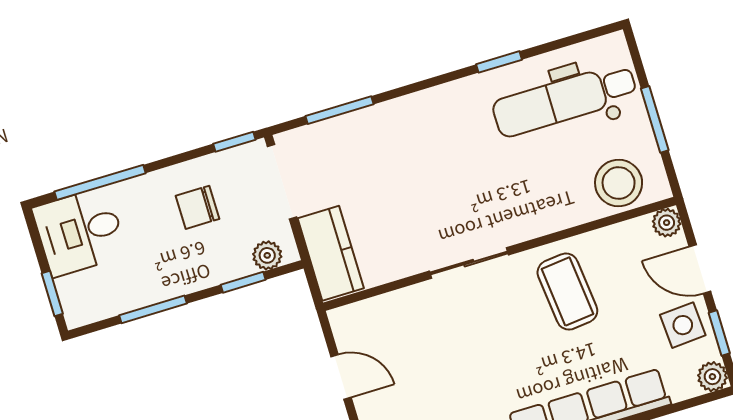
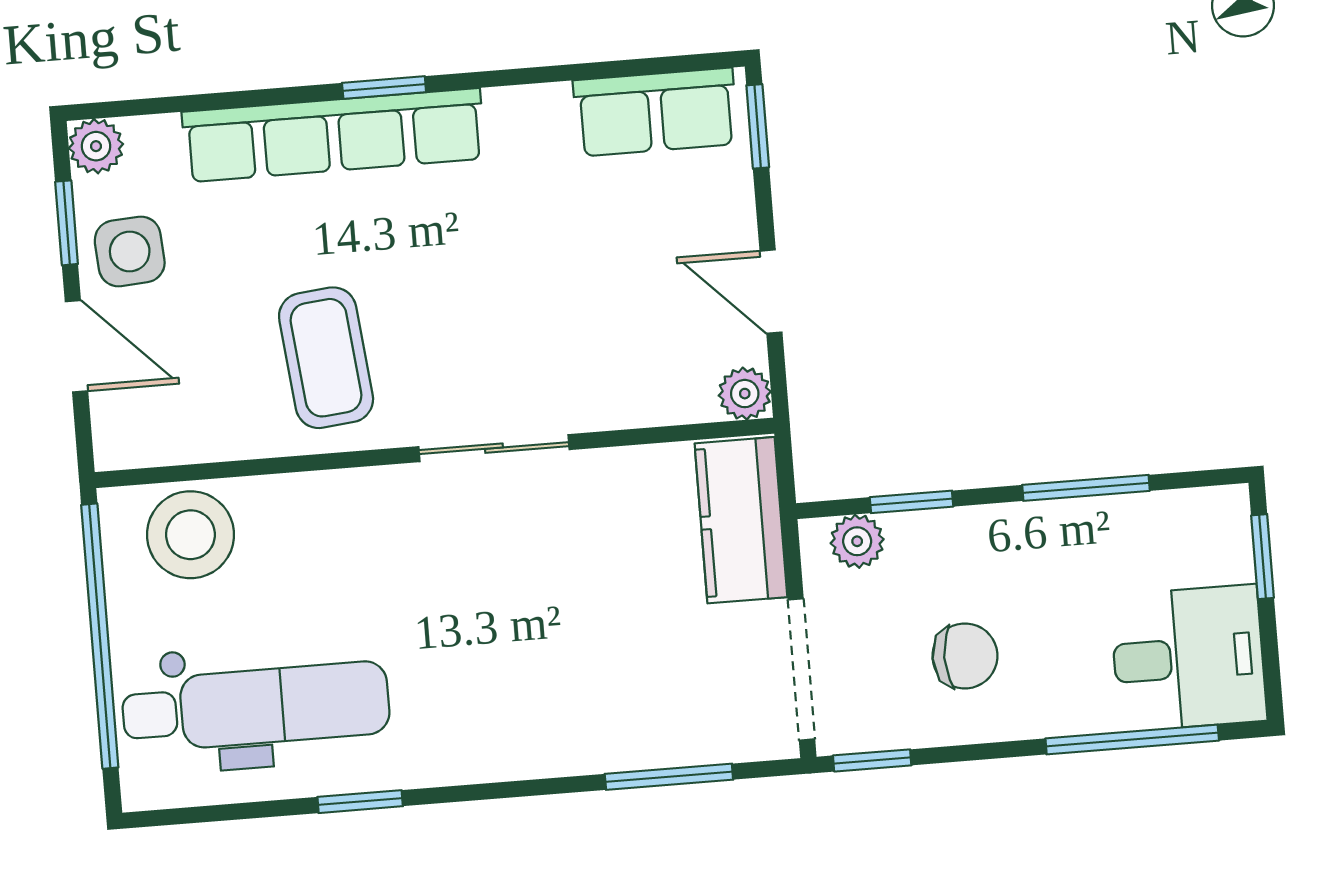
window: (655, 119) -> (100, 636), width x2.11
plant: (667, 223) -> (745, 394), moved

